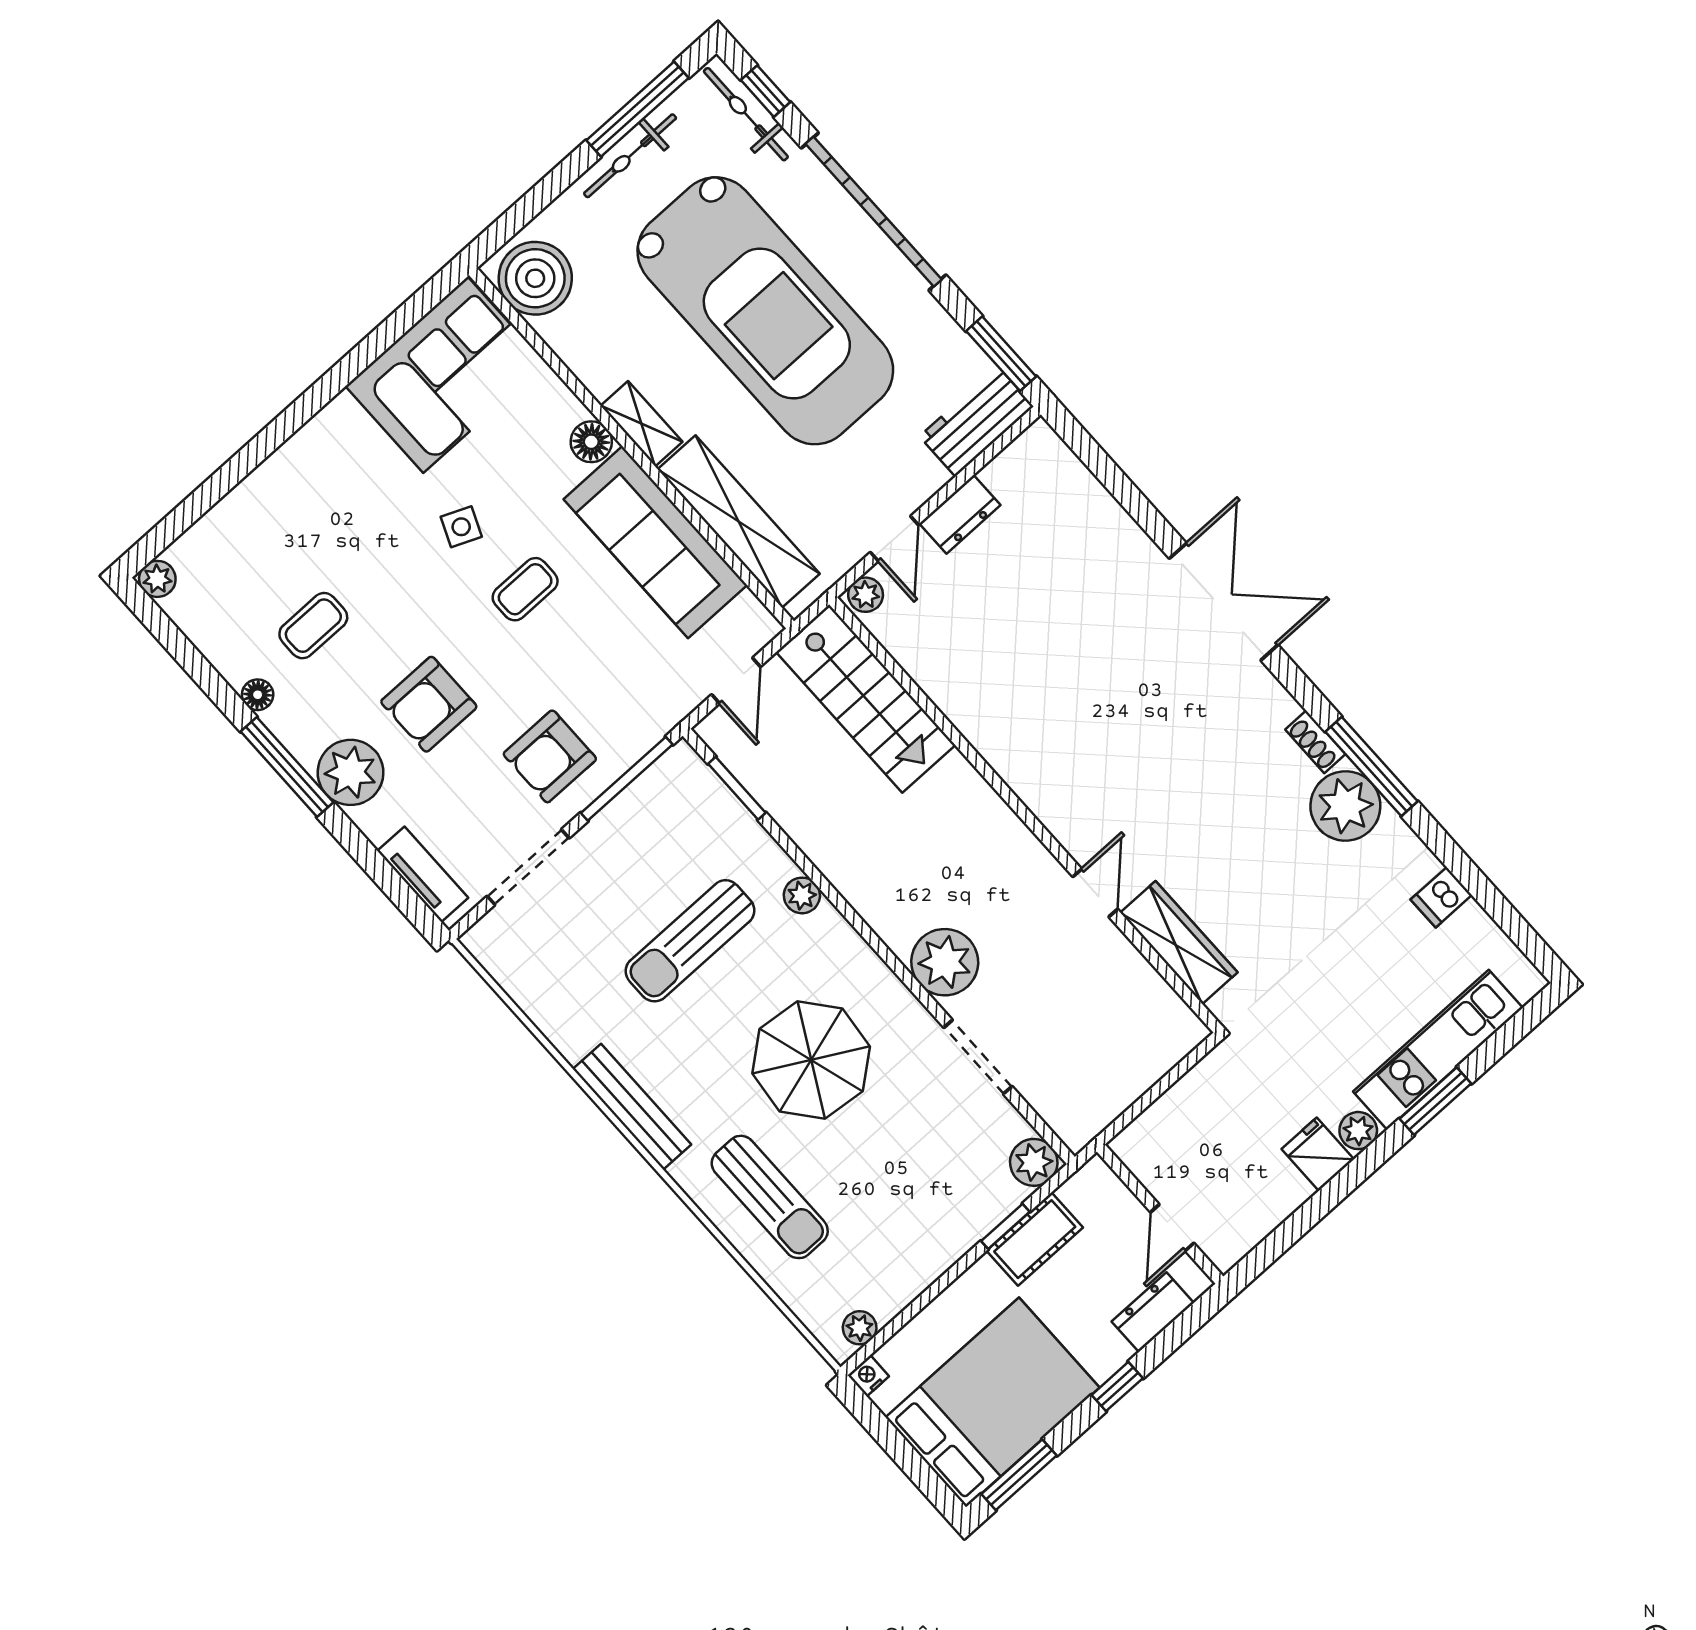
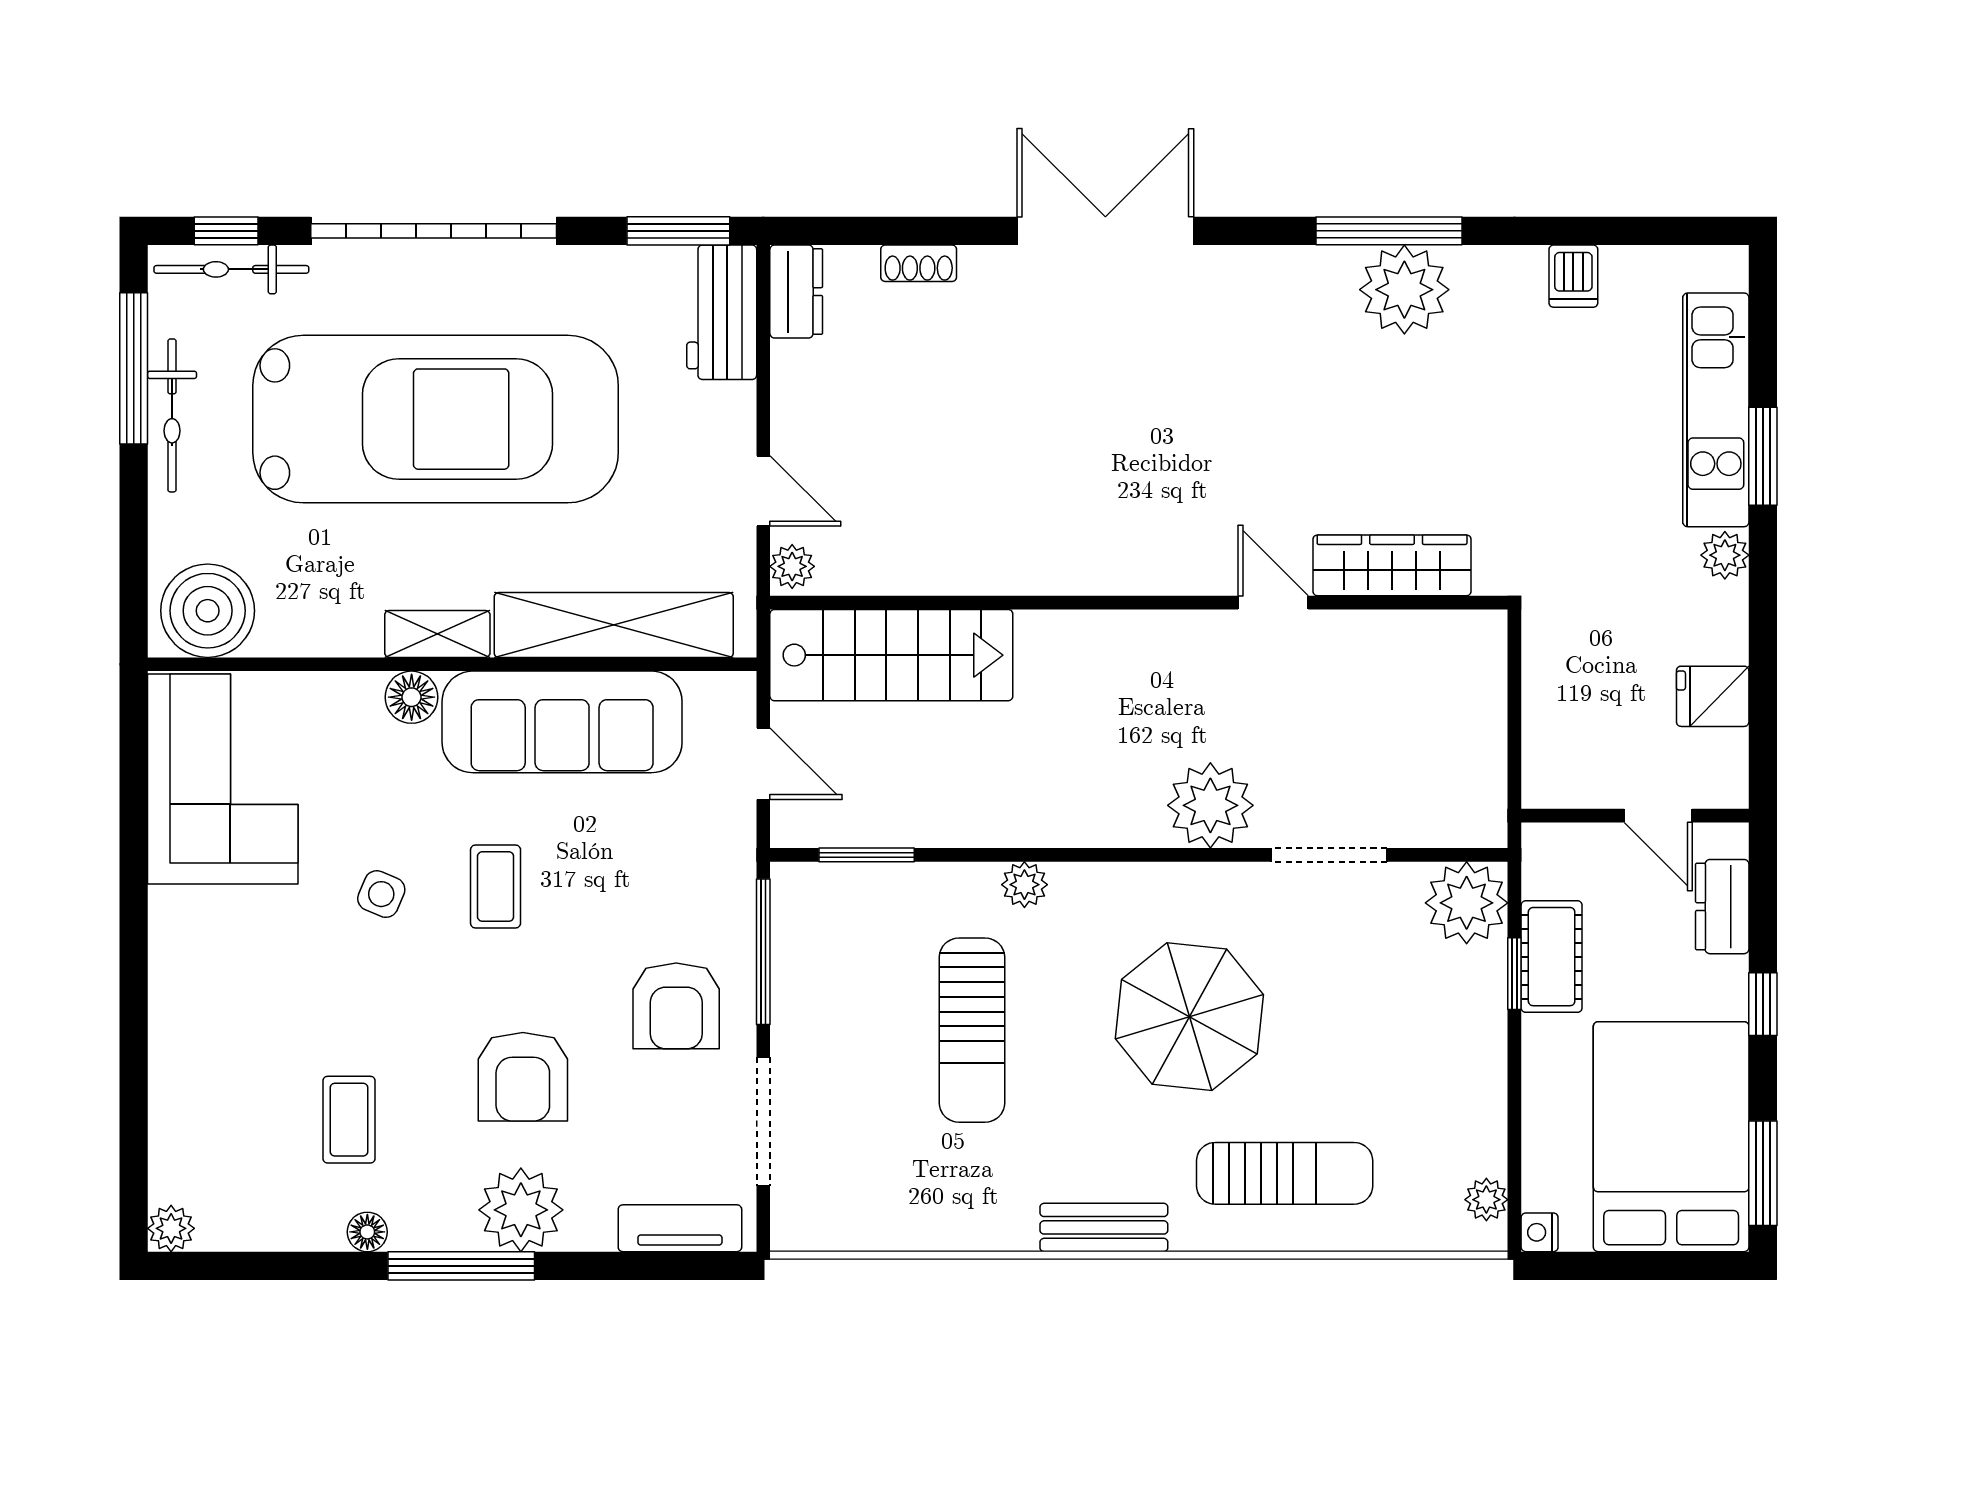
dresser: (960, 514) -> (796, 292), moved
shoe rack: (1315, 742) -> (919, 263), moved
bench: (632, 1107) -> (1104, 1227), width x0.73
fridge: (1318, 1154) -> (1713, 696), moved
plant: (1034, 1162) -> (1467, 903), width x1.36, depth x1.36

